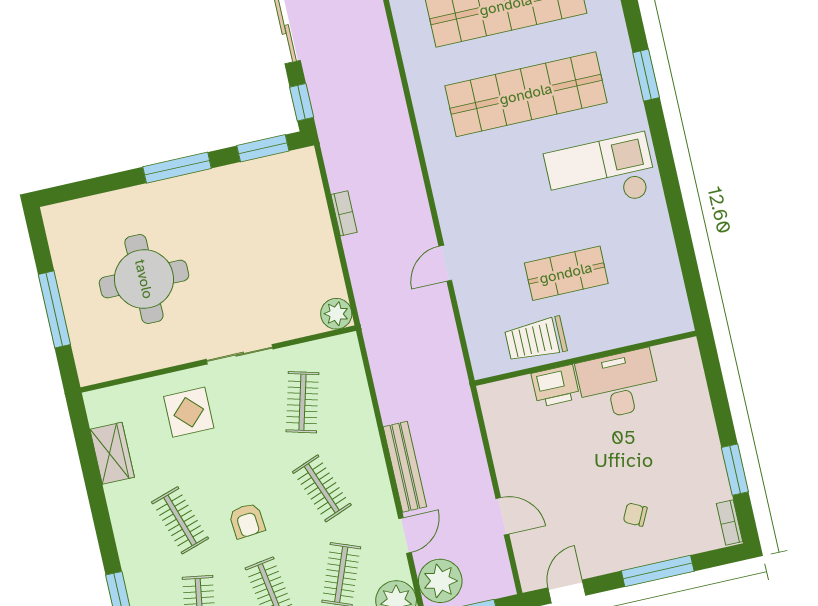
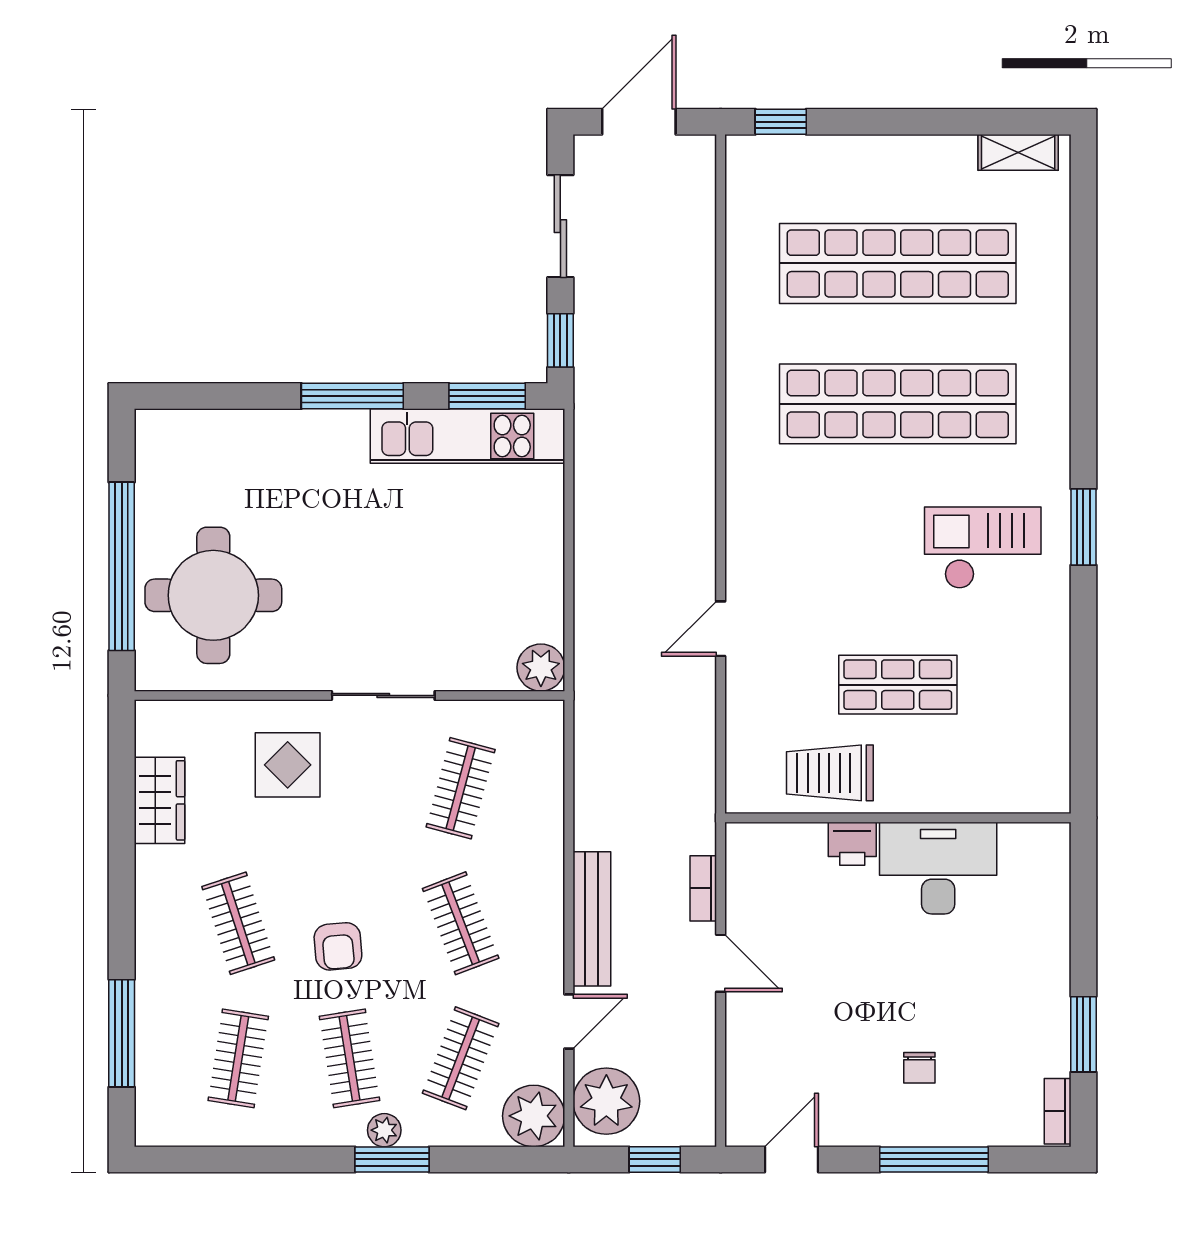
window: (646, 75) -> (1083, 527), moved
checkout: (601, 174) -> (983, 548), width x0.73, depth x0.83
kitchen unit: (256, 177) -> (468, 436), added
bookcase: (344, 213) -> (703, 888), moved, turned 180
round table: (144, 279) -> (213, 595), moved
window: (54, 309) -> (122, 566), width x1.46
printer: (555, 386) -> (852, 844), width x0.73, depth x0.81
chair: (635, 515) -> (919, 1068), turned -116
door: (502, 516) -> (721, 963), moved

